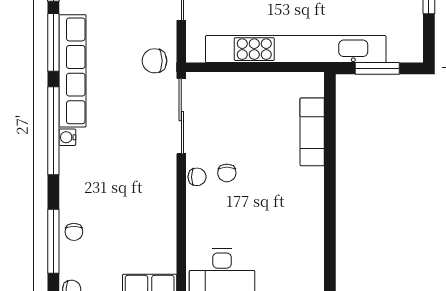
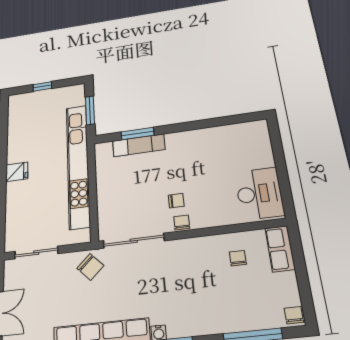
chair: (154, 61) -> (90, 267), turned -44
window: (330, 131) -> (138, 134), added
chair: (74, 232) -> (238, 258), moved, turned -90

